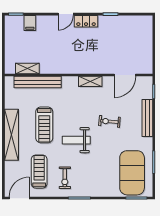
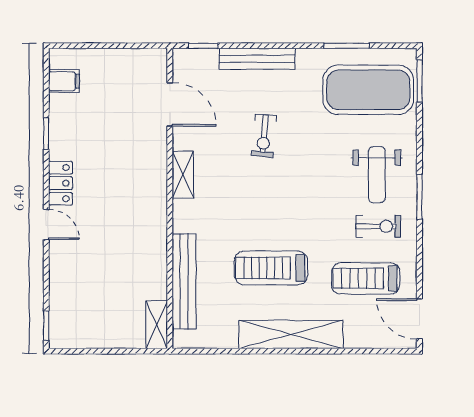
filing cabinet: (30, 23) -> (64, 81), moved
shelving: (27, 69) -> (157, 325), moved
treadmill: (44, 125) -> (271, 268), turned 180
weight bench: (76, 140) -> (377, 175), moved

